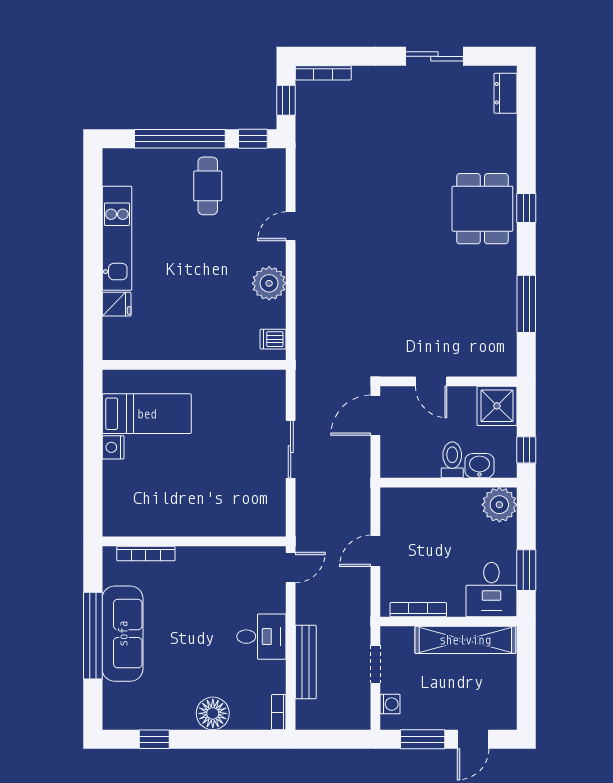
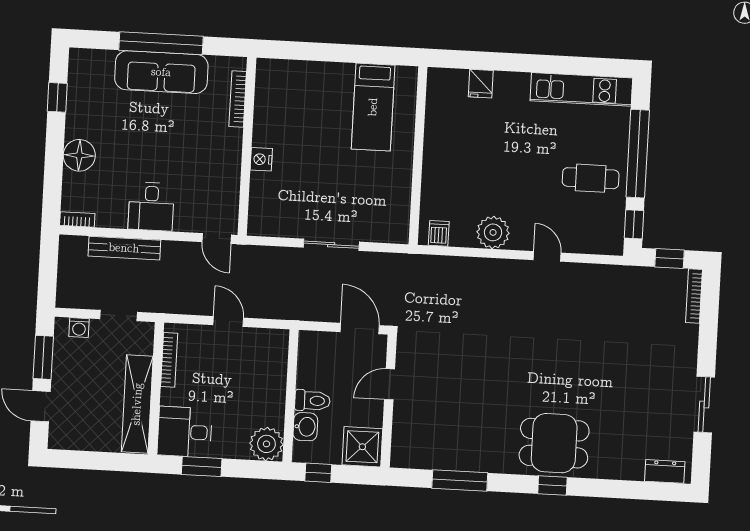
kitchen unit: (117, 238) -> (581, 89), moved
nightstand: (113, 447) -> (261, 159), moved, turned -90

